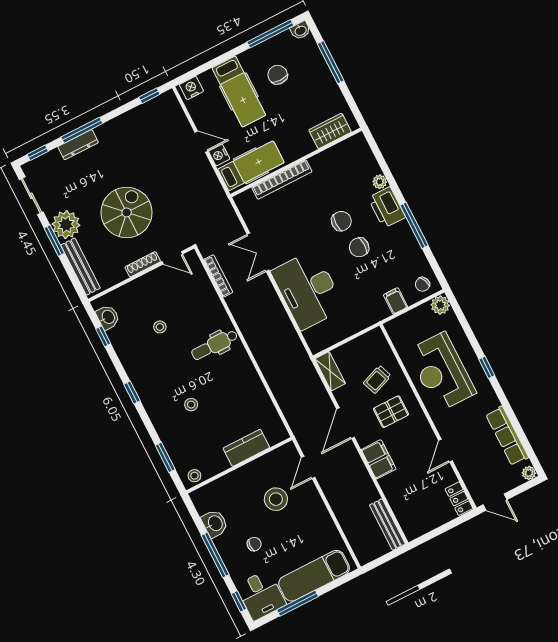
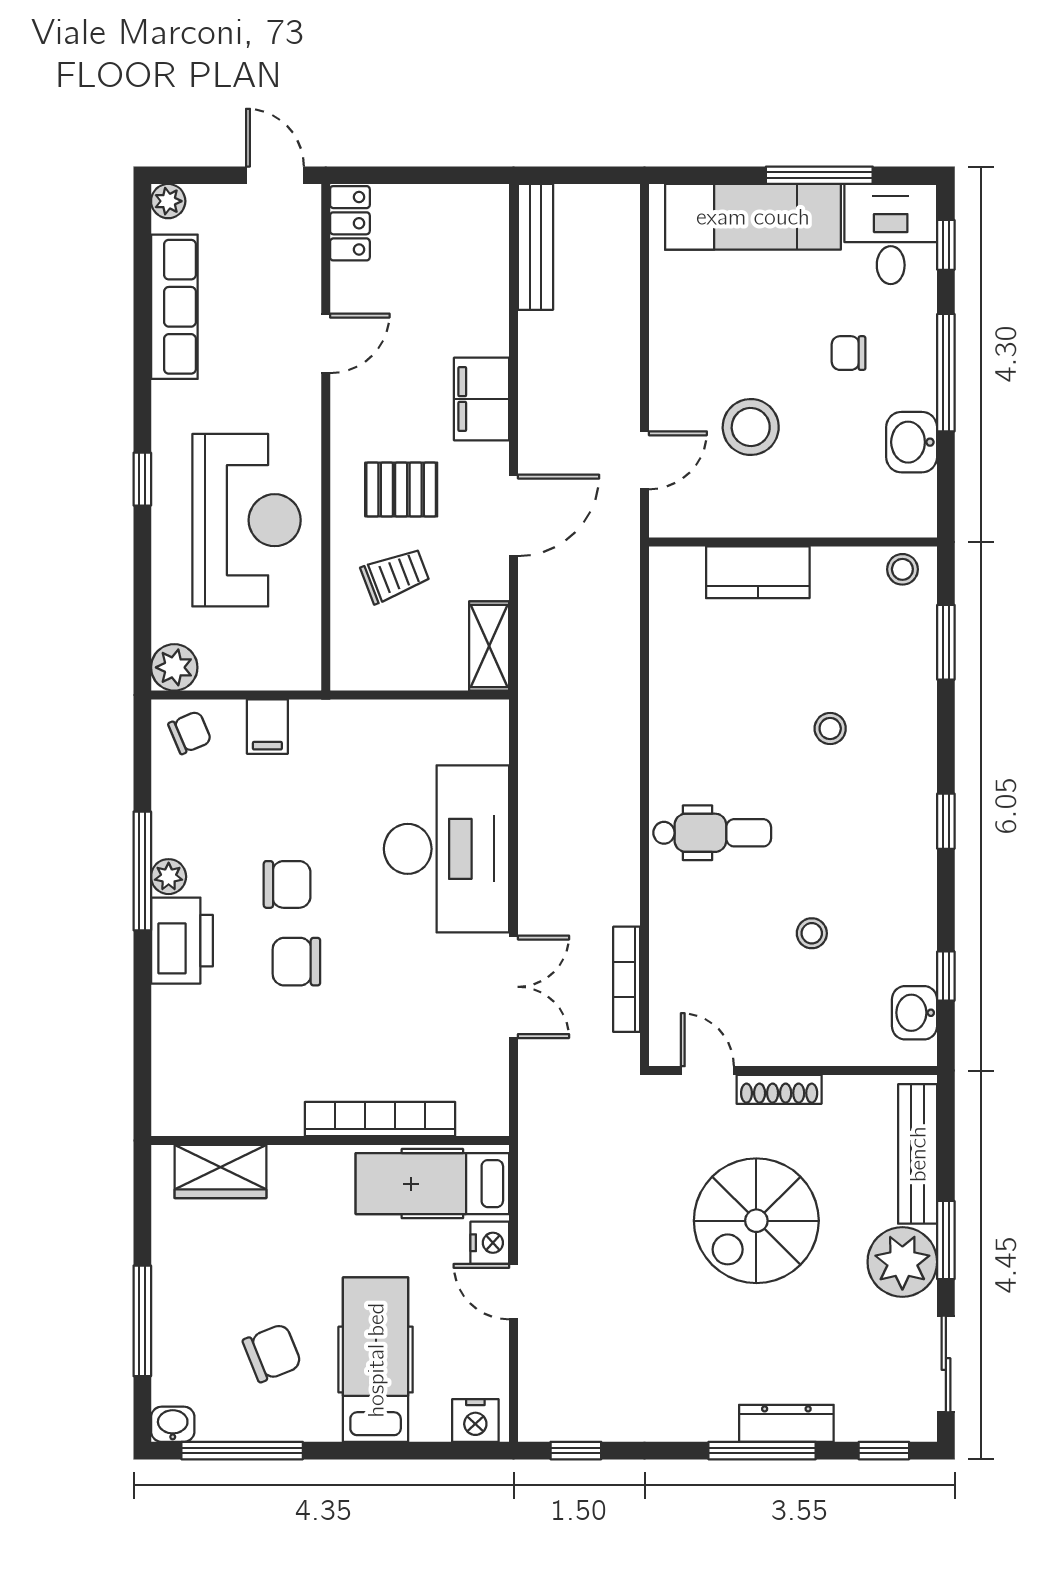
chair: (278, 75) -> (272, 1353), turned -112
plant: (380, 182) -> (169, 877), moved

